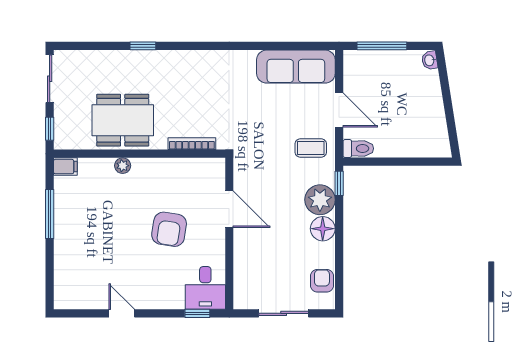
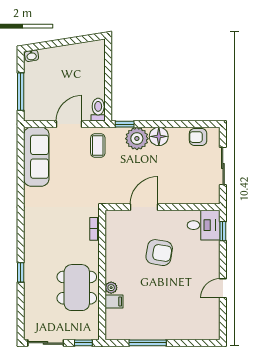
bookcase: (192, 144) -> (95, 229), width x0.64
filing cabinet: (65, 167) -> (114, 301), moved, turned 90

